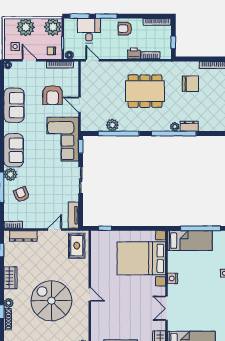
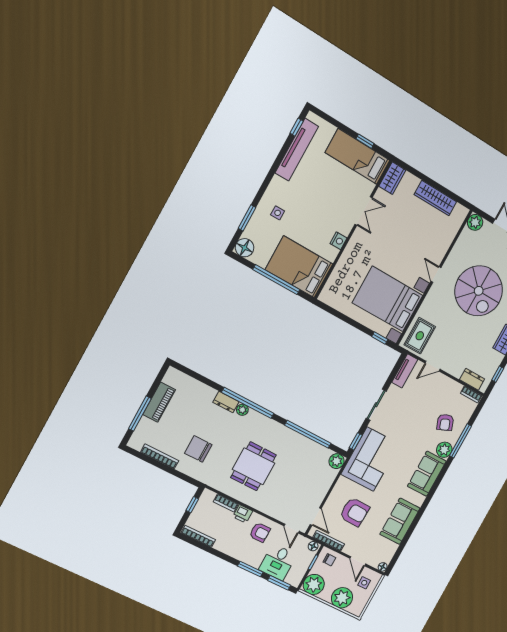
armchair: (125, 29) -> (260, 532), moved
dining table: (145, 91) -> (254, 466), width x0.73
armchair: (53, 95) -> (354, 512), turned 92
door: (80, 105) -> (316, 517), moved
plant: (112, 125) -> (337, 461), moved
dresser: (23, 236) -> (472, 379), width x0.70
bed: (190, 241) -> (299, 267), width x1.50
bed with nightstands: (141, 258) -> (388, 299), moved, turned 180

